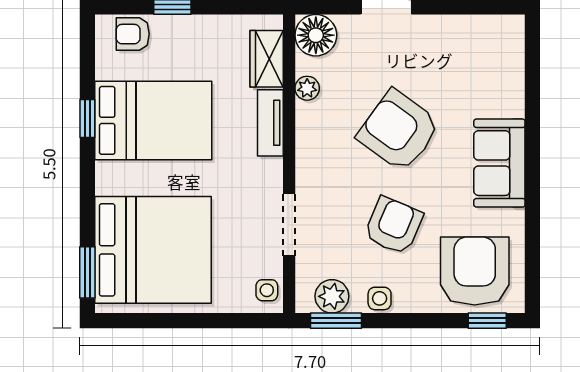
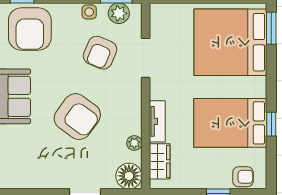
armchair: (393, 226) -> (100, 53), moved
side table: (267, 290) -> (159, 17), removed

